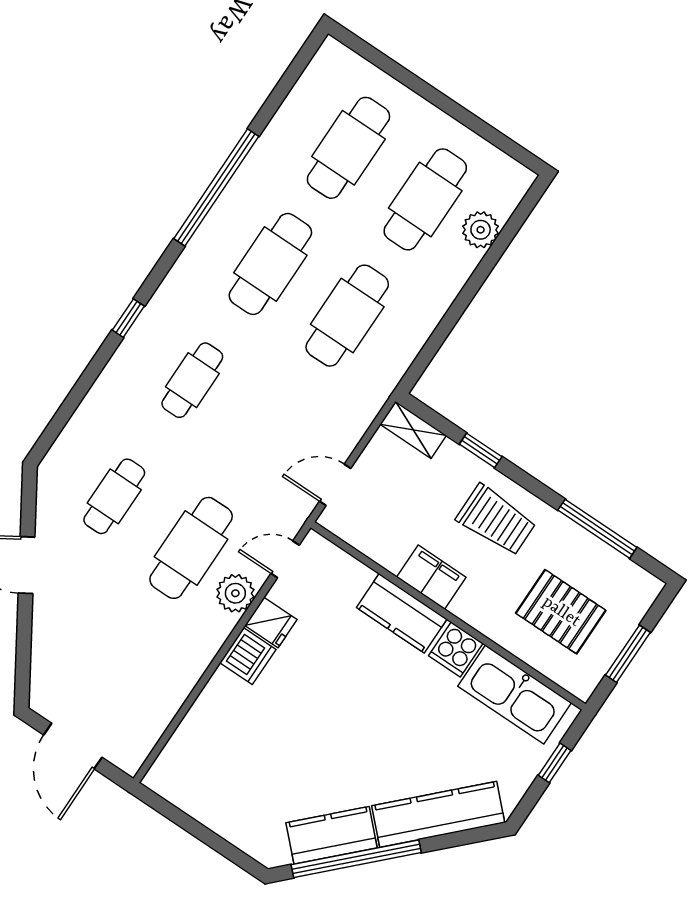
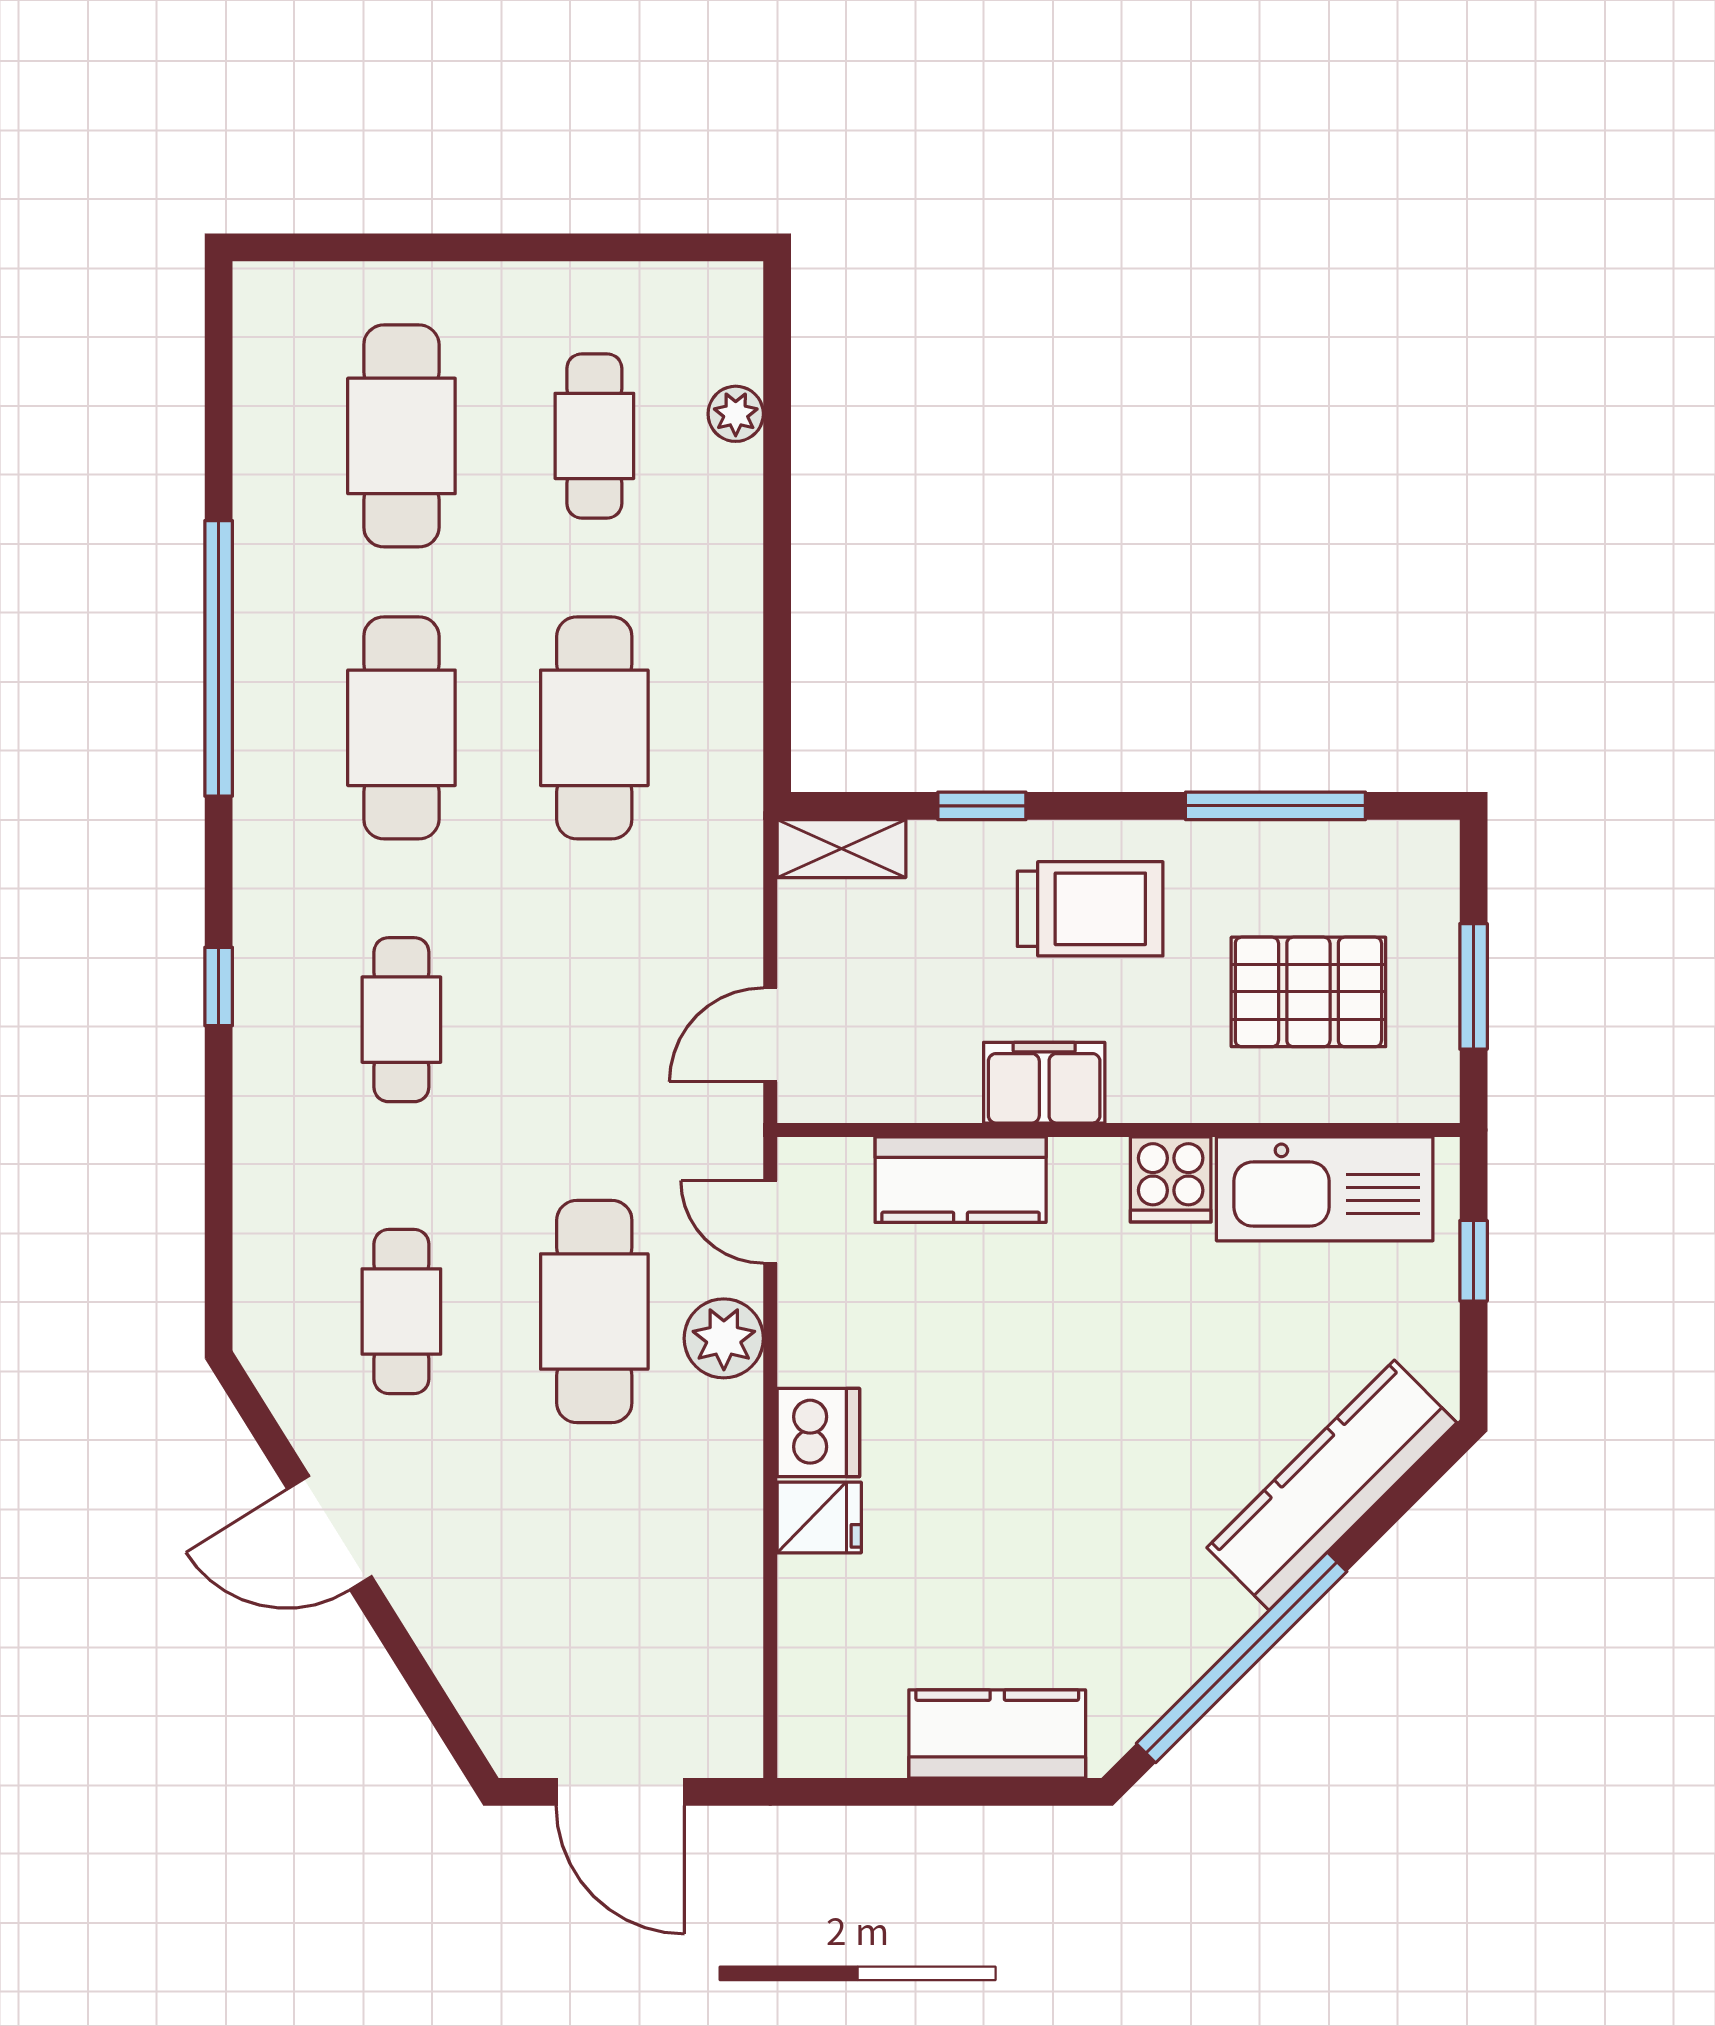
cafe table: (425, 199) -> (594, 436), width x0.73, depth x0.74
plant: (481, 230) -> (736, 414), width x0.73, depth x0.73
door: (285, 559) -> (770, 1222), hinge flipped
kitchen counter: (402, 613) -> (961, 1180), moved
fridge: (271, 622) -> (819, 1517), moved
kitchen counter: (332, 835) -> (997, 1734), moved, turned 45

